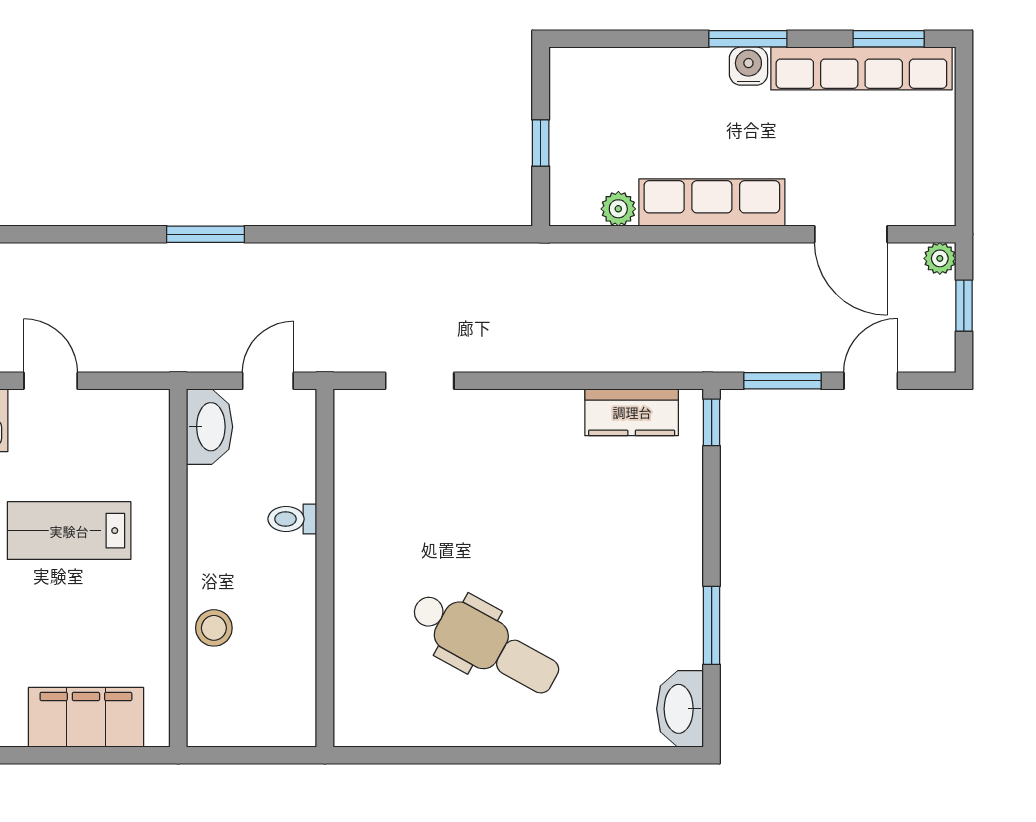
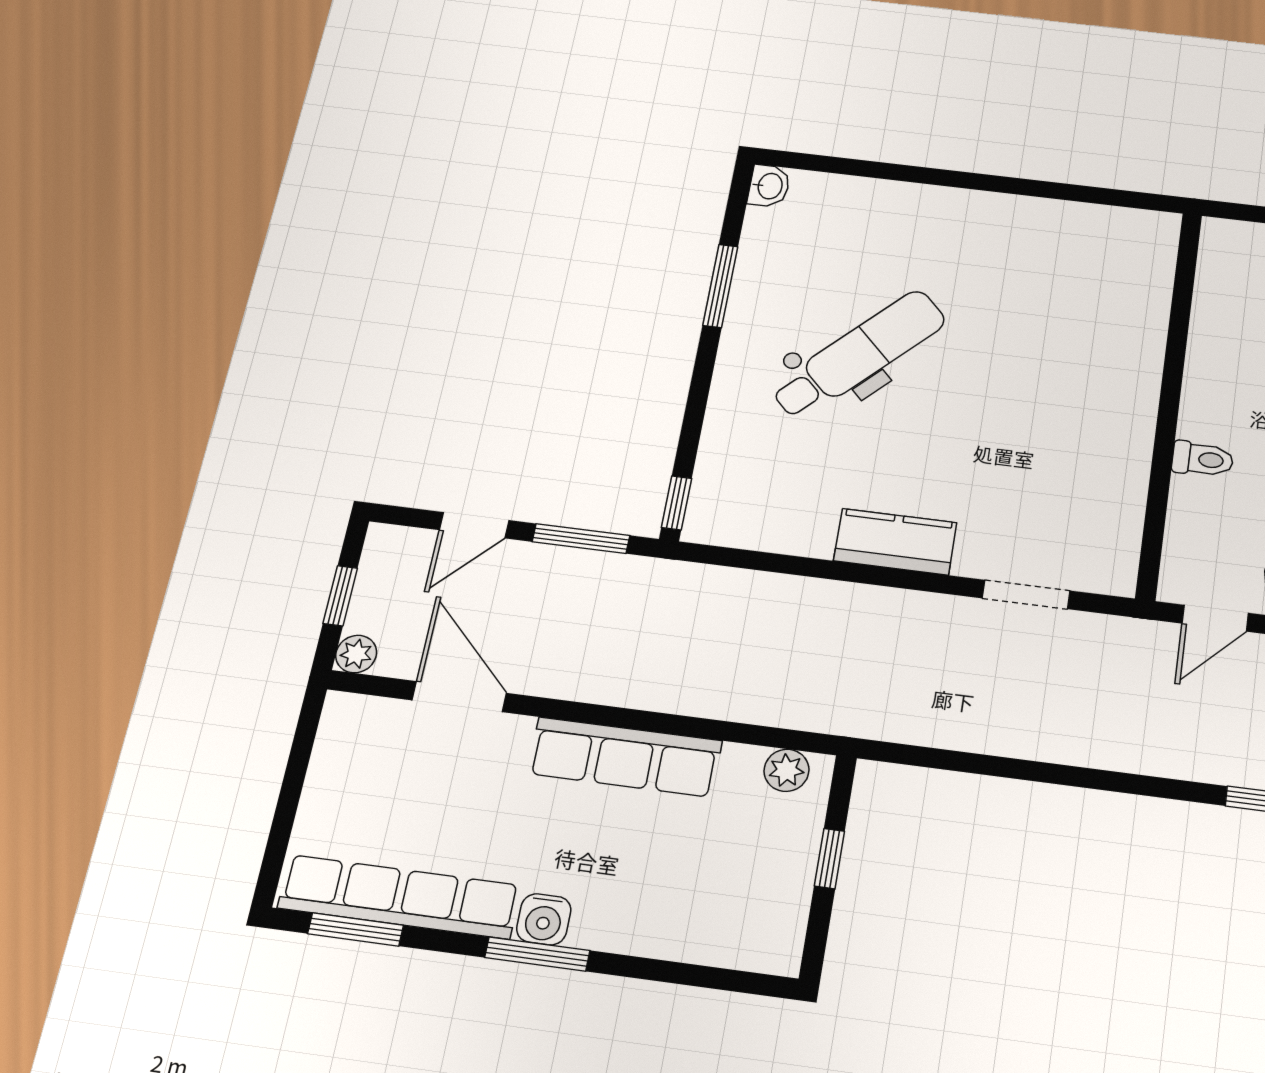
plant: (618, 209) -> (787, 770), moved
kitchen counter: (632, 412) -> (895, 542), moved
dental chair: (485, 643) -> (859, 355), moved, turned 106
washbasin: (680, 709) -> (769, 186), width x0.52, depth x0.69

